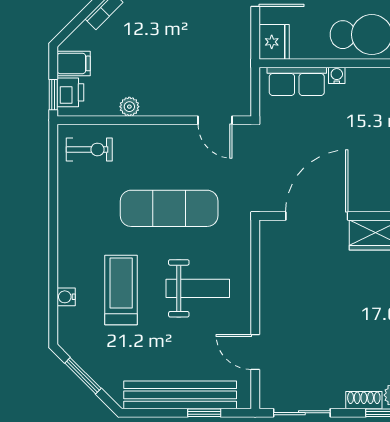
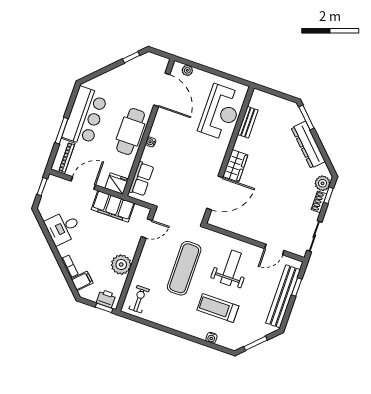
filing cabinet: (233, 49) -> (113, 206), added
filing cabinet: (74, 63) -> (82, 281), moved, turned 45
water cooler: (337, 75) -> (151, 142), moved
plant: (129, 107) -> (121, 265), width x1.88, depth x1.88
door: (317, 216) -> (215, 193), swing flipped

